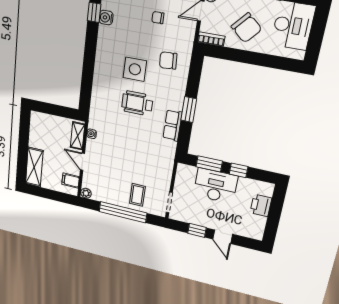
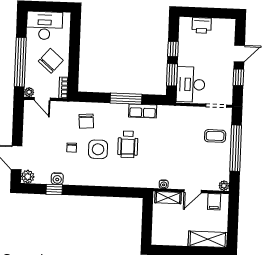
chair: (158, 18) -> (72, 148), moved
window: (189, 110) -> (126, 99), width x1.44
desk: (215, 186) -> (191, 84), moved

